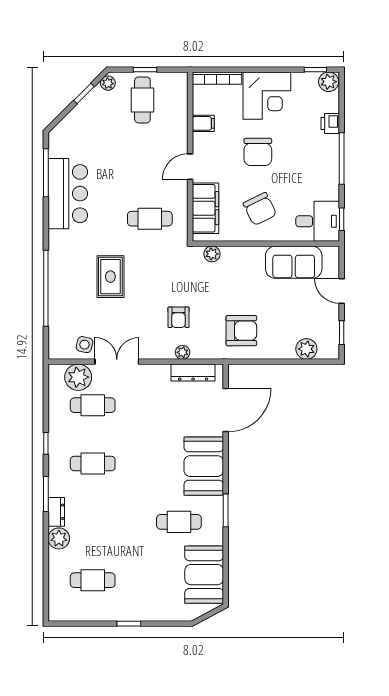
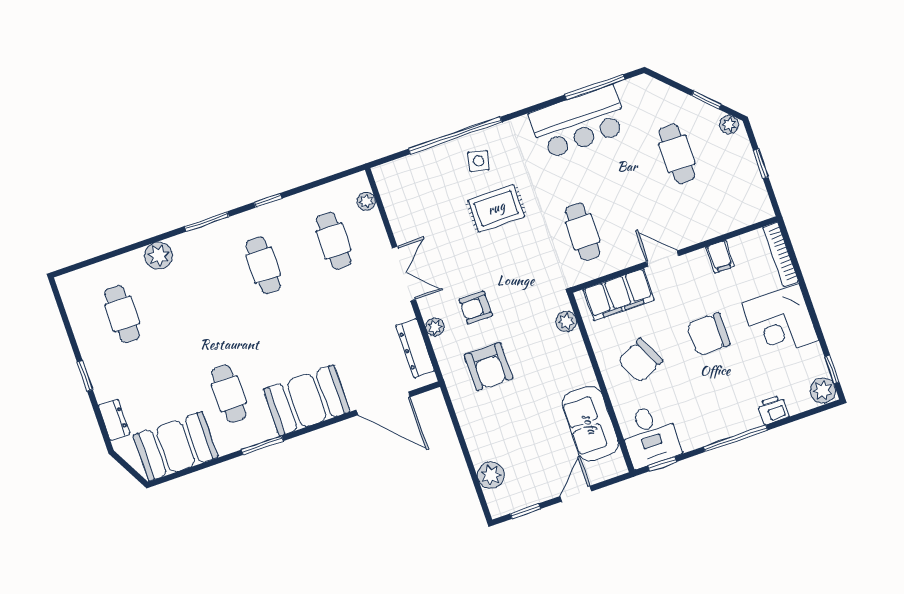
cafe table: (142, 100) -> (677, 154), moved, turned 90
armchair: (241, 331) -> (489, 367), moved
side table: (84, 345) -> (479, 161), moved
double door: (117, 362) -> (404, 274), moved
plant: (78, 377) -> (366, 201), width x0.53, depth x0.53
dresser: (56, 512) -> (114, 420), moved, turned -90

